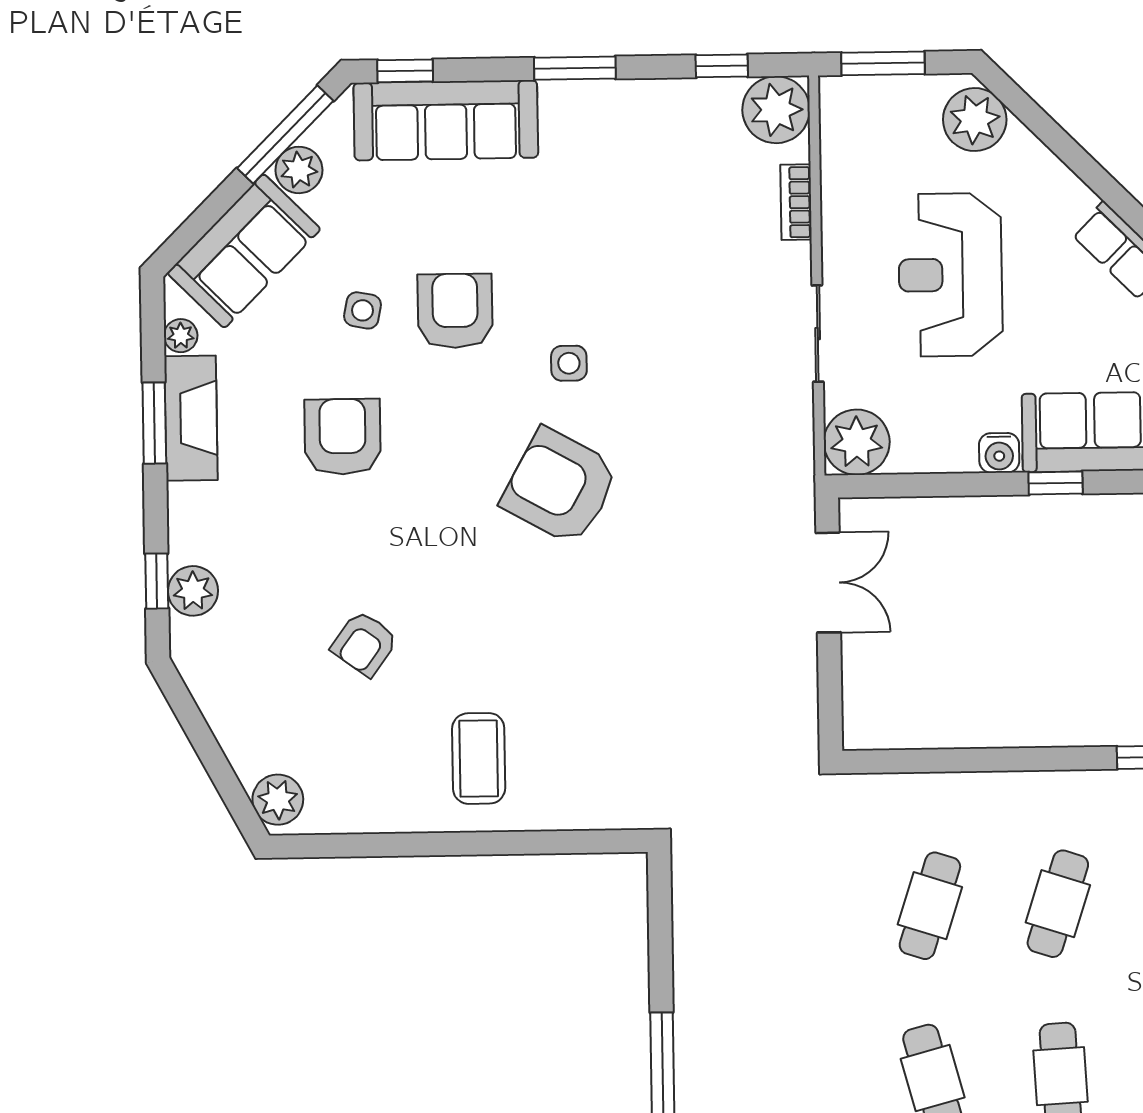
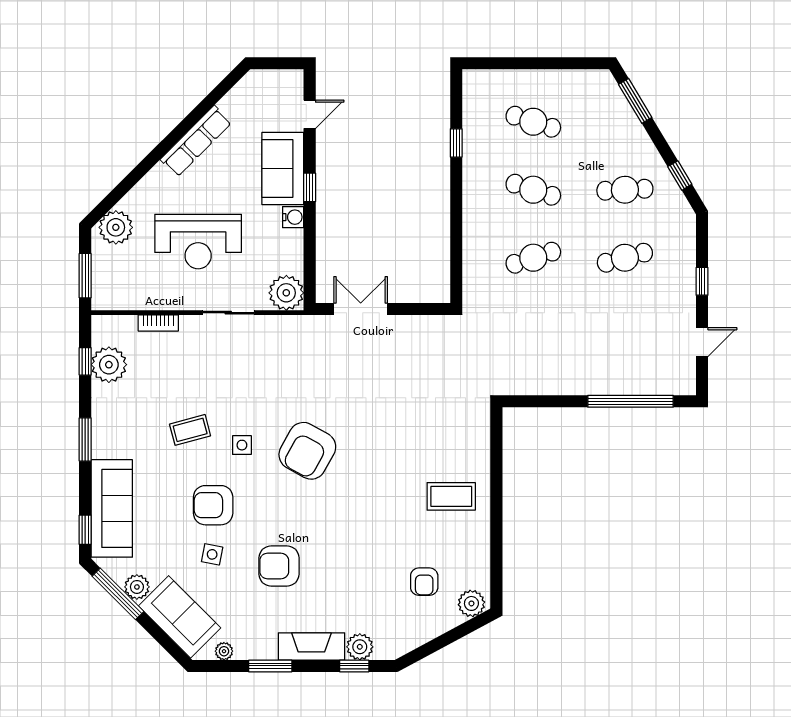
plant: (776, 110) -> (109, 365), moved
coffee table: (596, 265) -> (190, 430), added
fireplace: (191, 418) -> (311, 646), moved
armchair: (364, 644) -> (424, 582), moved, turned 54
cafe table: (930, 906) -> (533, 258), turned -36

